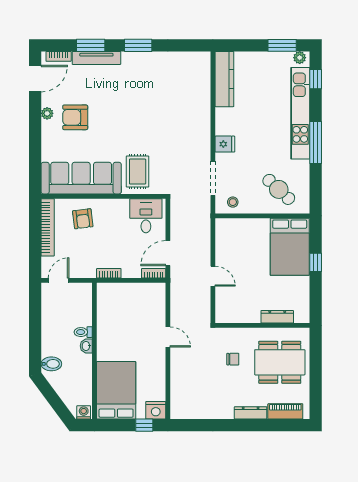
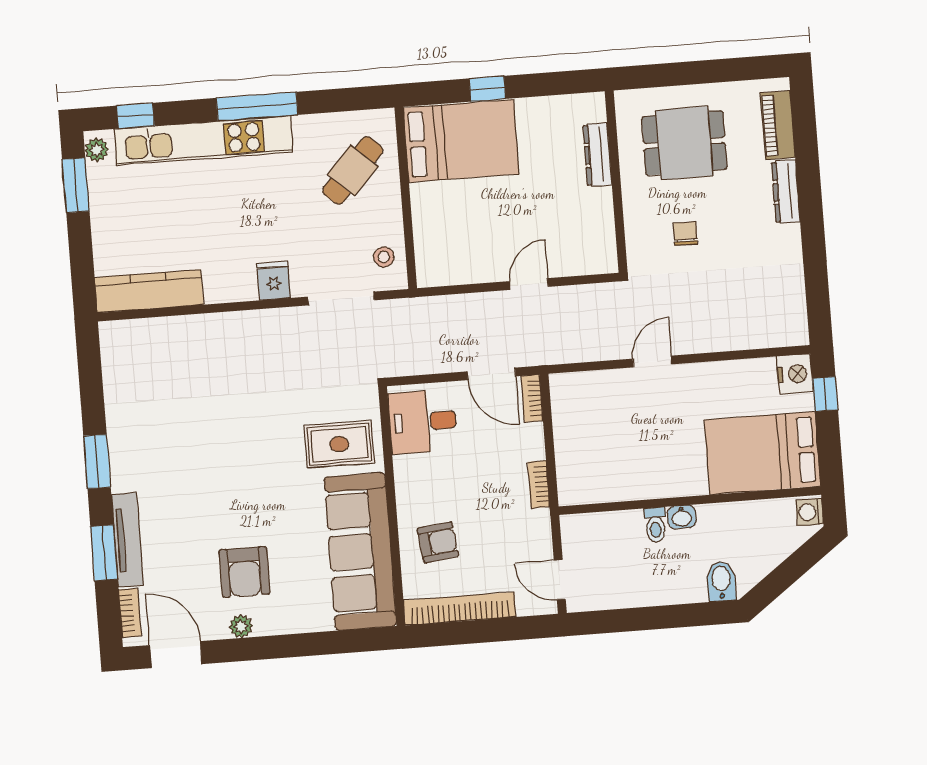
dining table: (280, 362) -> (684, 143), width x0.73

